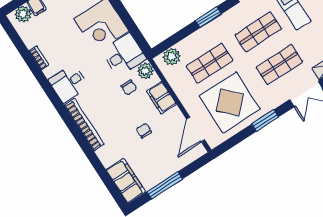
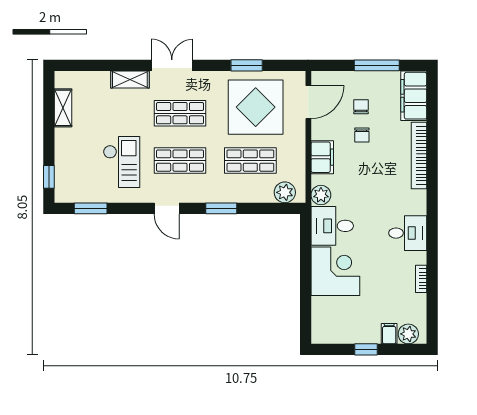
chair: (129, 87) -> (361, 107), moved
window: (265, 121) -> (247, 65), moved
bookcase: (84, 125) -> (419, 155), moved

